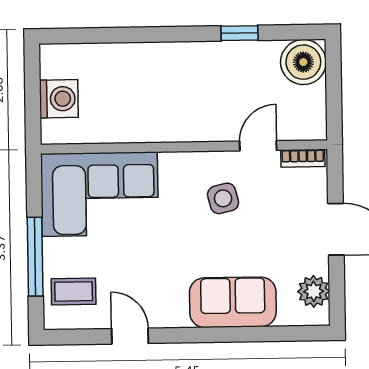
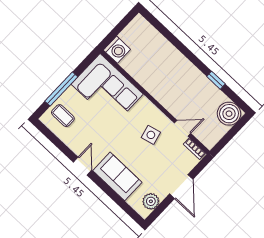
washing machine: (59, 99) -> (117, 50), moved
door: (130, 336) -> (82, 166), moved

